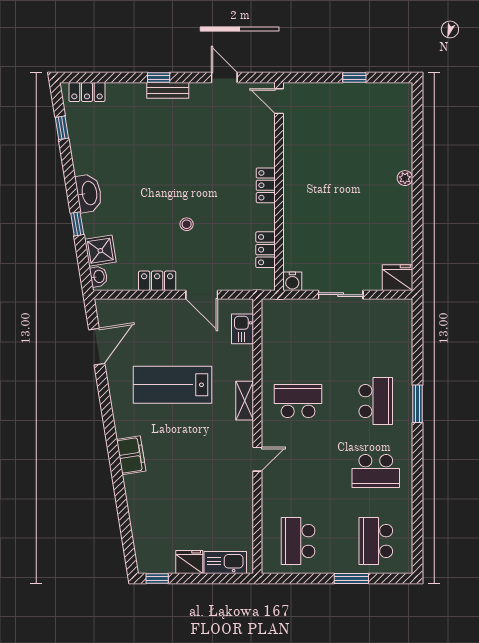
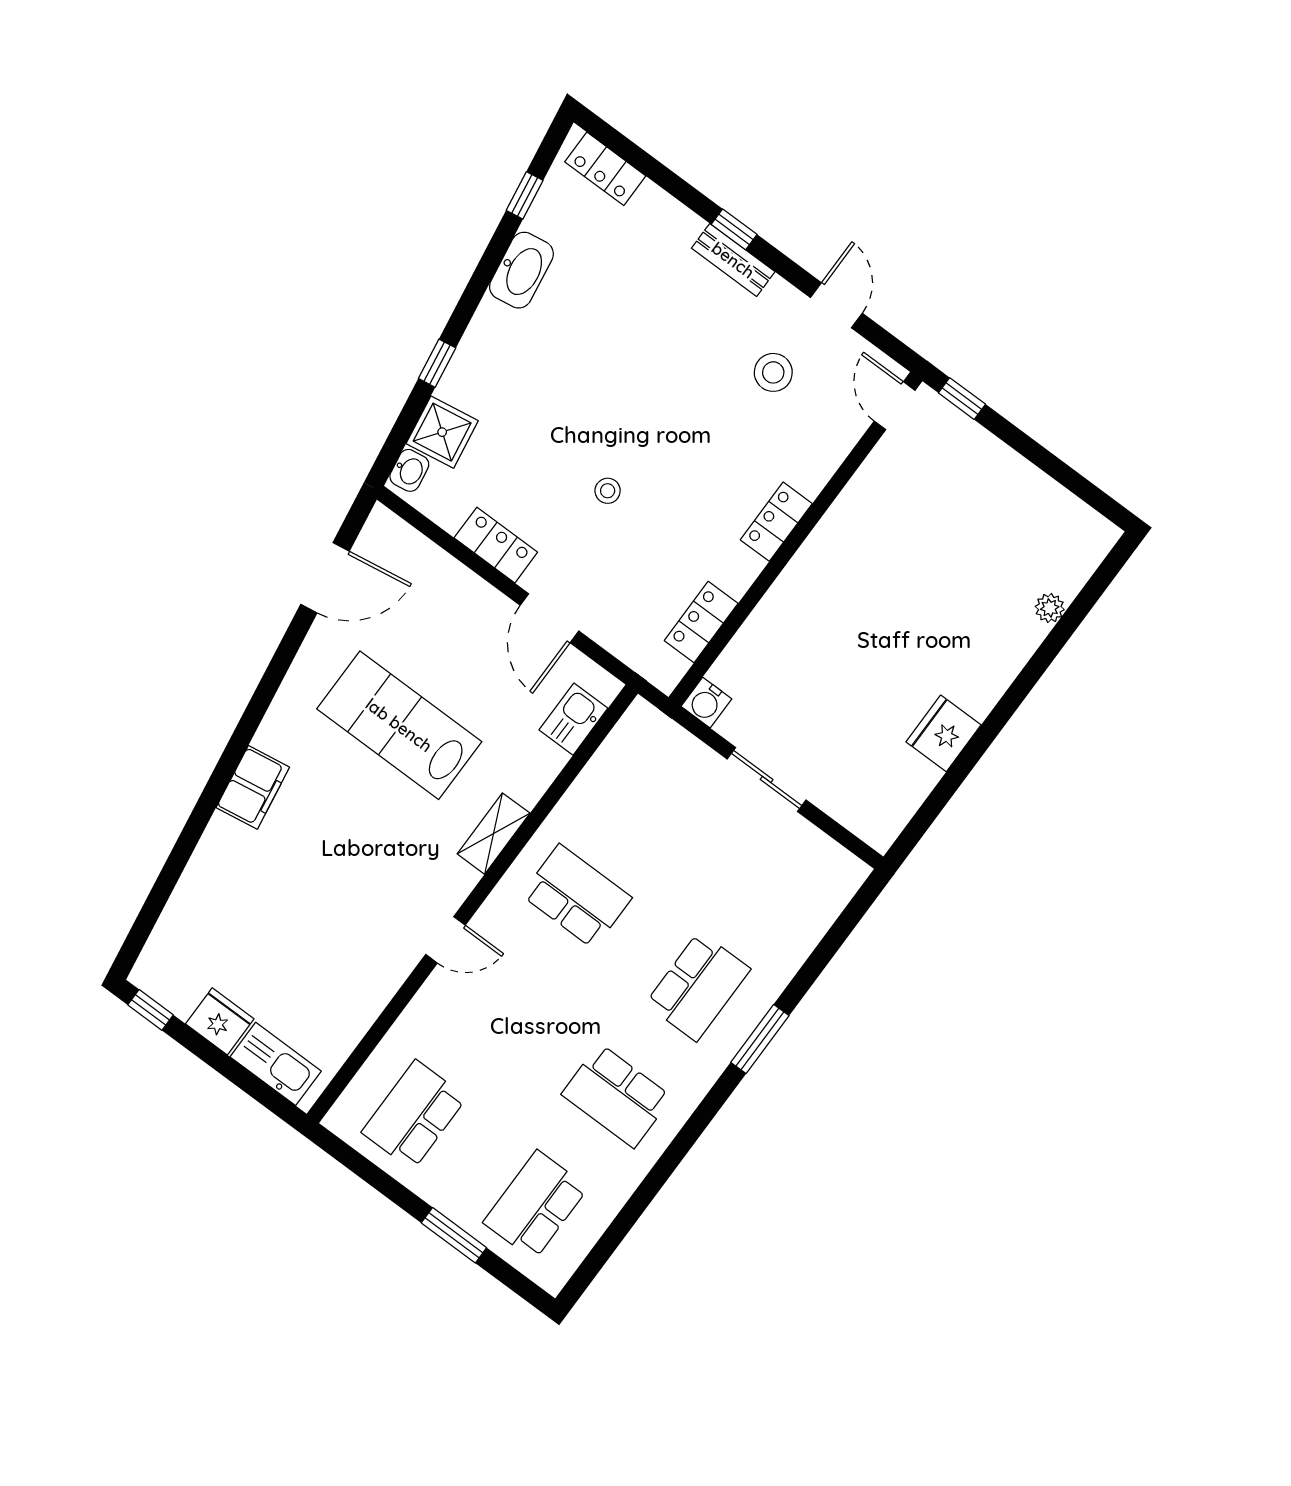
window: (354, 78) -> (962, 399), moved
stool: (219, 125) -> (773, 372), added
plant: (405, 178) -> (1050, 608), moved
washbasin: (89, 193) -> (521, 270), moved
fridge: (397, 278) -> (943, 733), moved, turned -90

